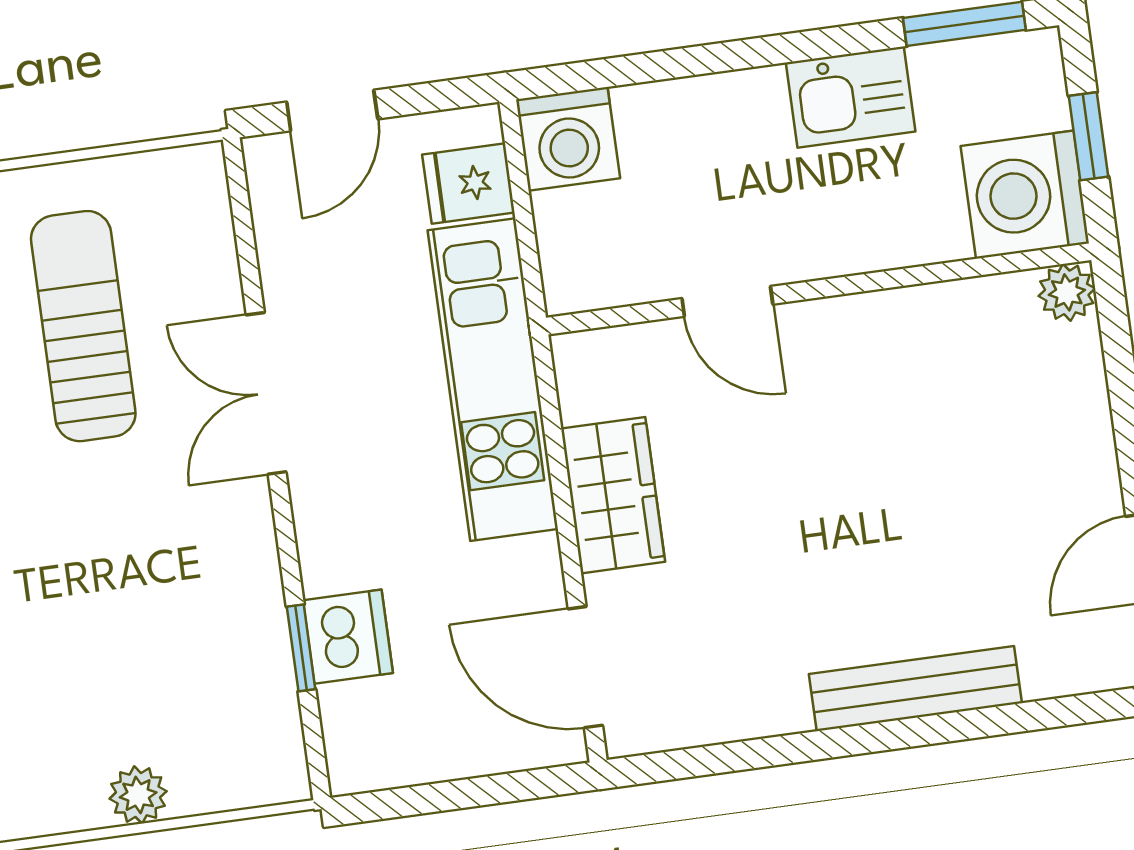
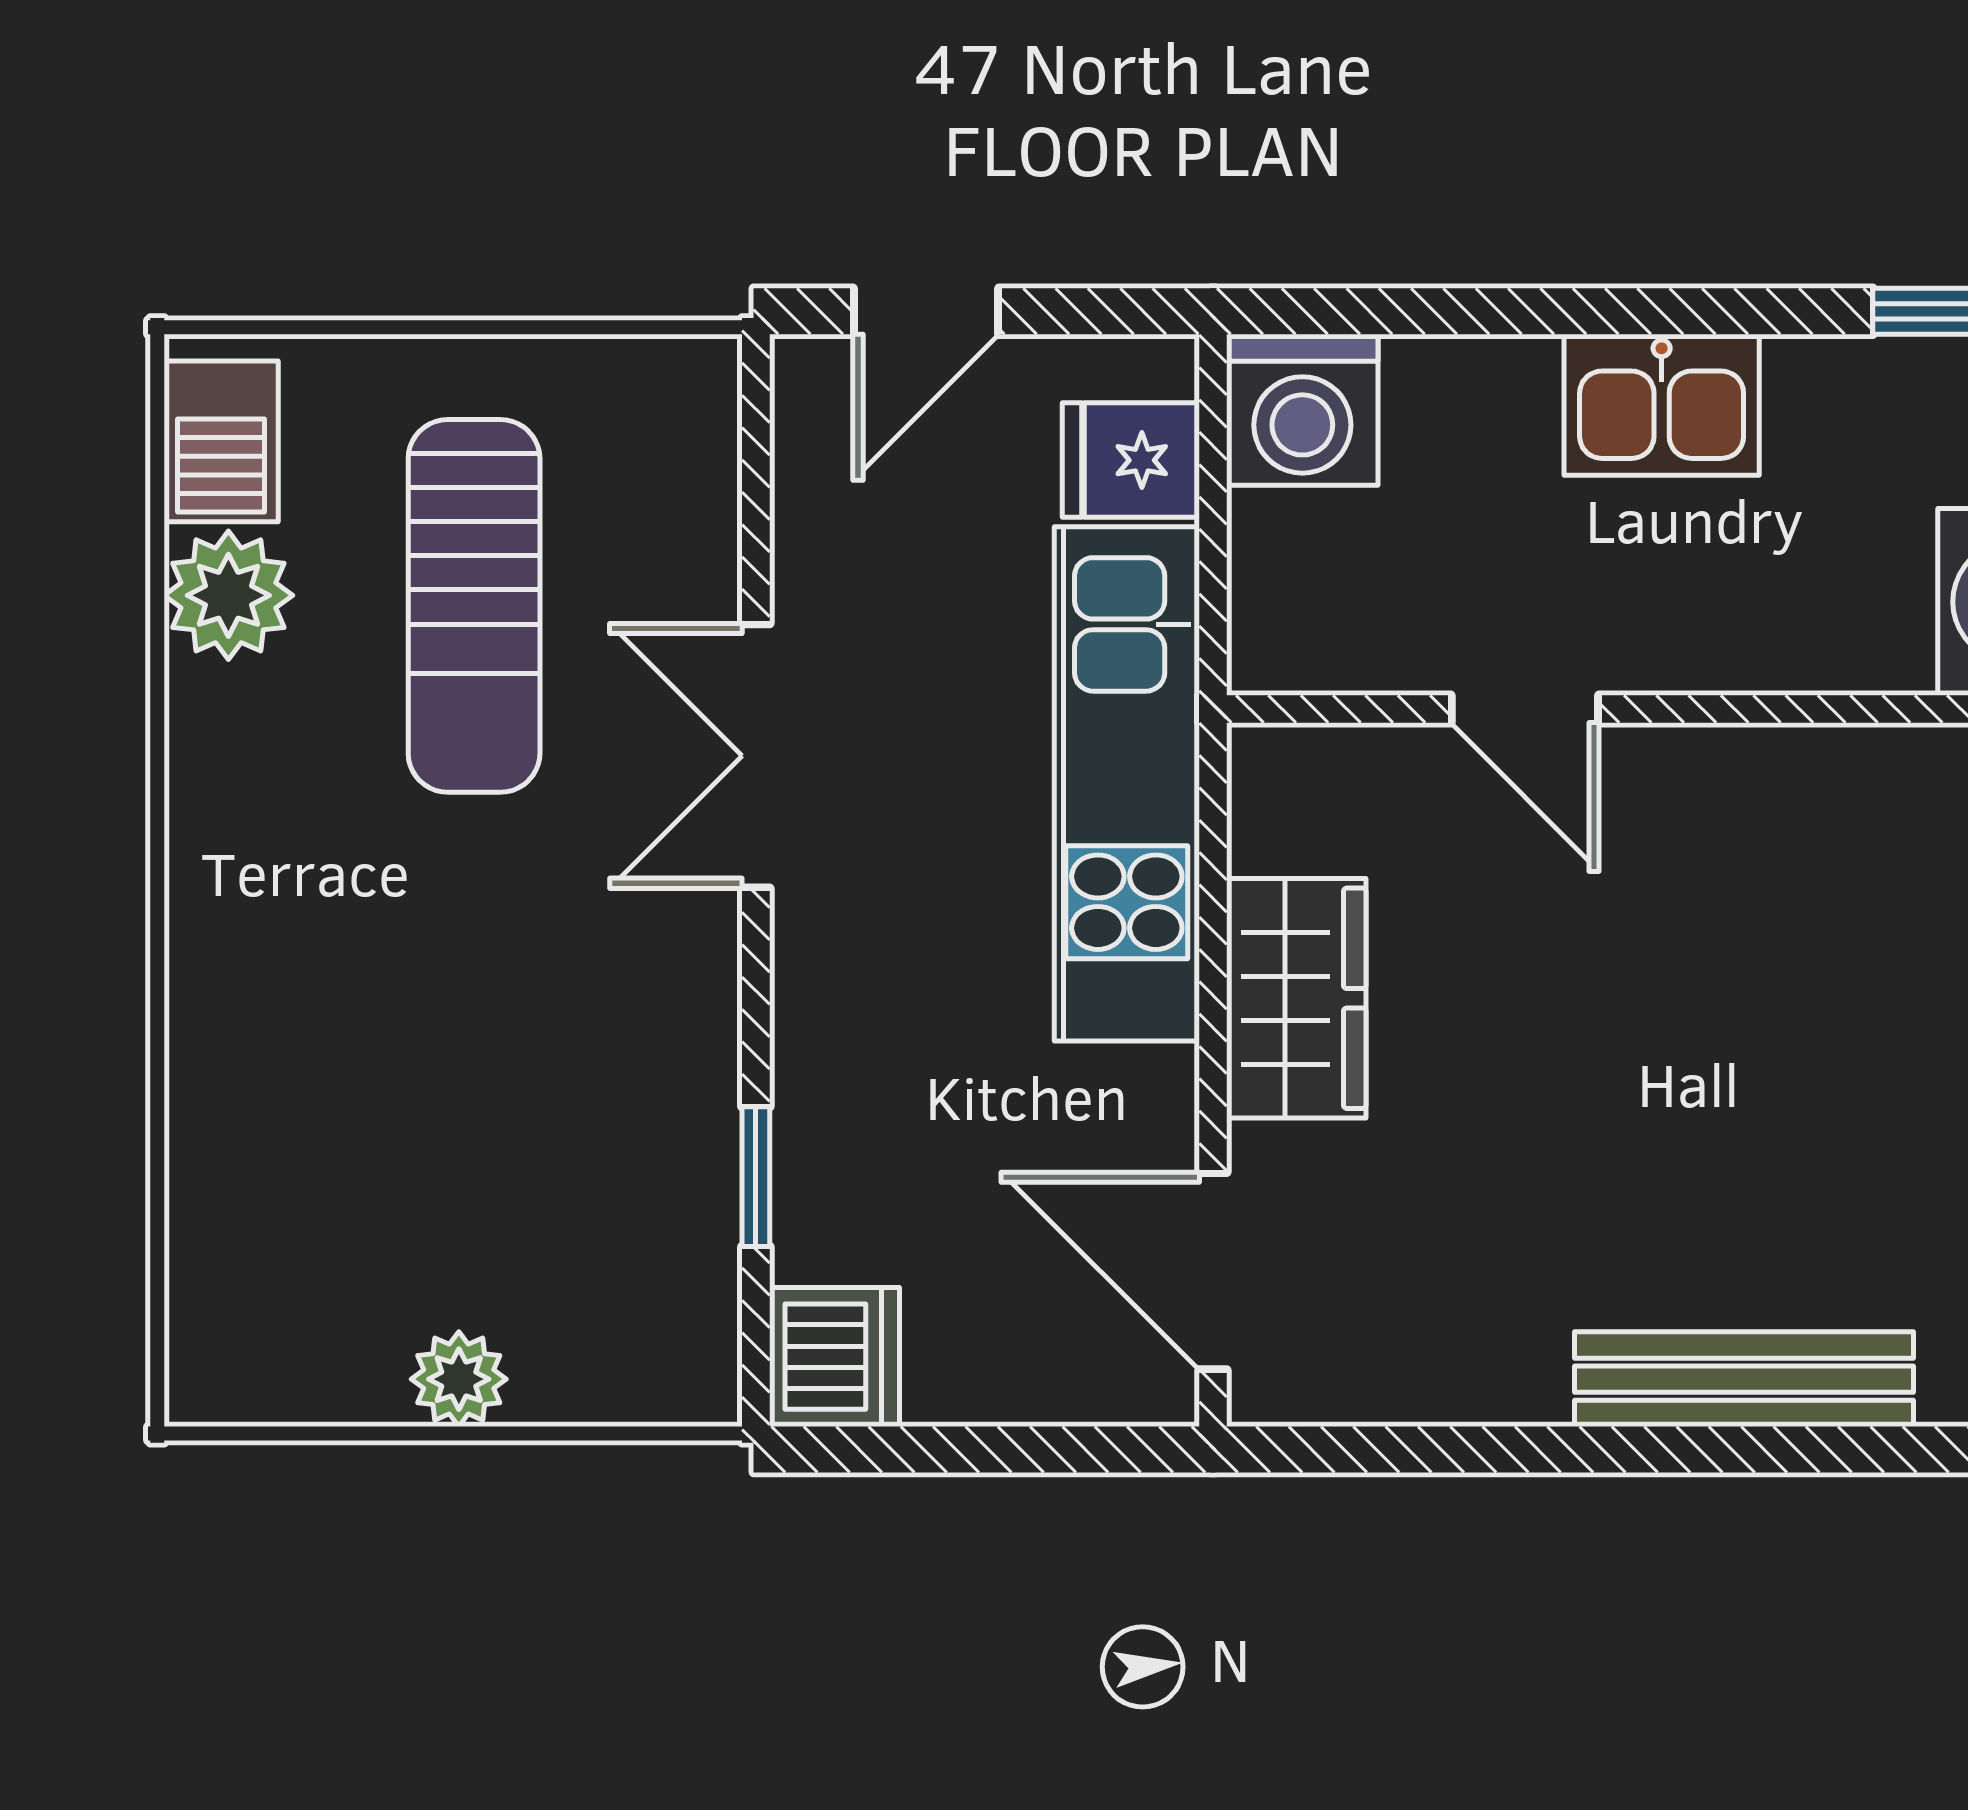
kitchen sink: (851, 97) -> (1662, 405), moved
sun lounger: (83, 326) -> (474, 606), turned 180
dishwasher: (348, 637) -> (834, 1357), moved

